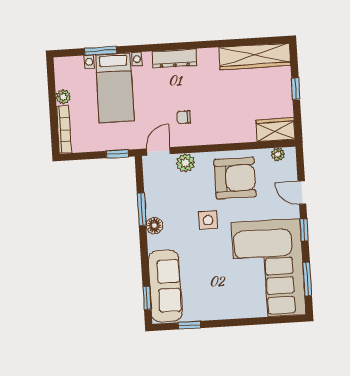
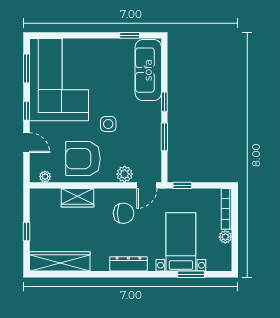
chair: (184, 117) -> (124, 213), width x1.87, depth x1.87
wardrobe: (276, 130) -> (78, 198), moved
floor lamp: (154, 226) -> (154, 122), removed
window: (147, 298) -> (164, 102), moved

